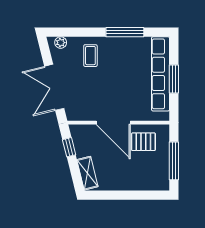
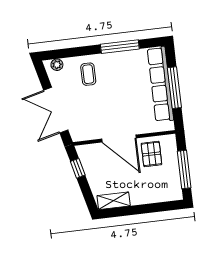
window: (174, 79) -> (174, 88), width x1.44
pallet: (143, 142) -> (151, 154), turned 90
shelving: (87, 173) -> (114, 201), moved, turned -76

